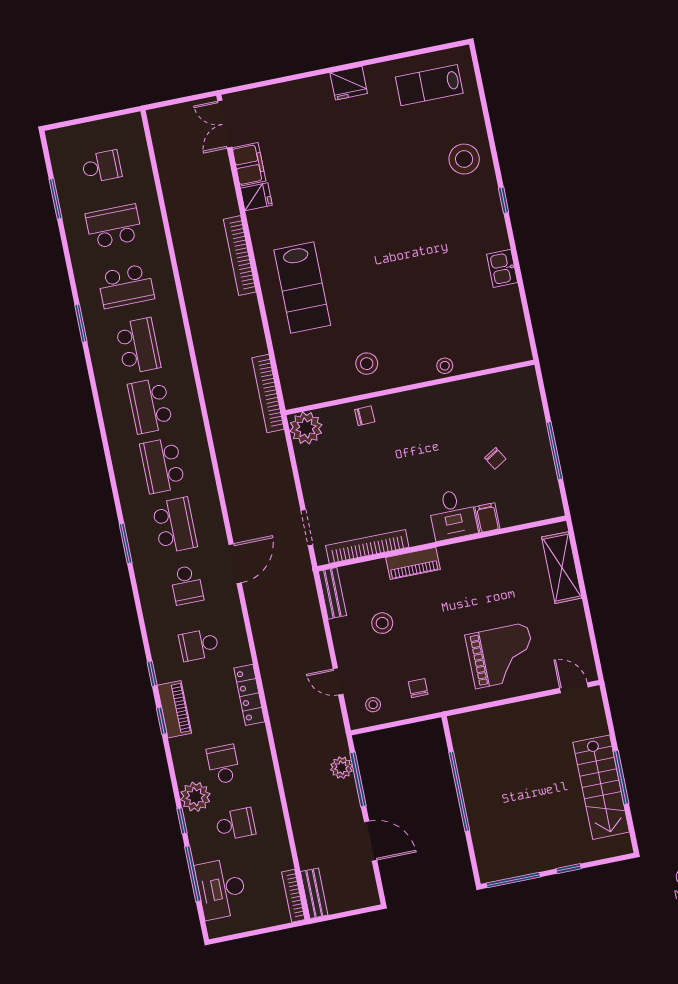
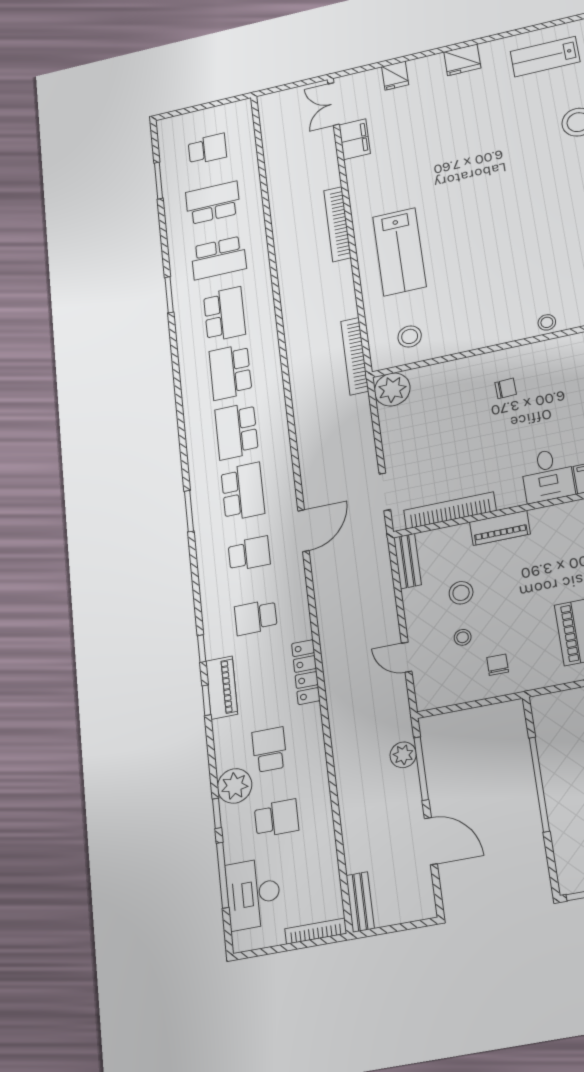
fridge: (256, 197) -> (395, 76), moved, turned 90
stool: (367, 364) -> (410, 336), moved
chair: (365, 416) -> (506, 388), moved
school desk: (187, 585) -> (249, 554), turned -90
stool: (373, 705) -> (463, 637), moved
bookcase: (293, 896) -> (316, 931), moved, turned 90

